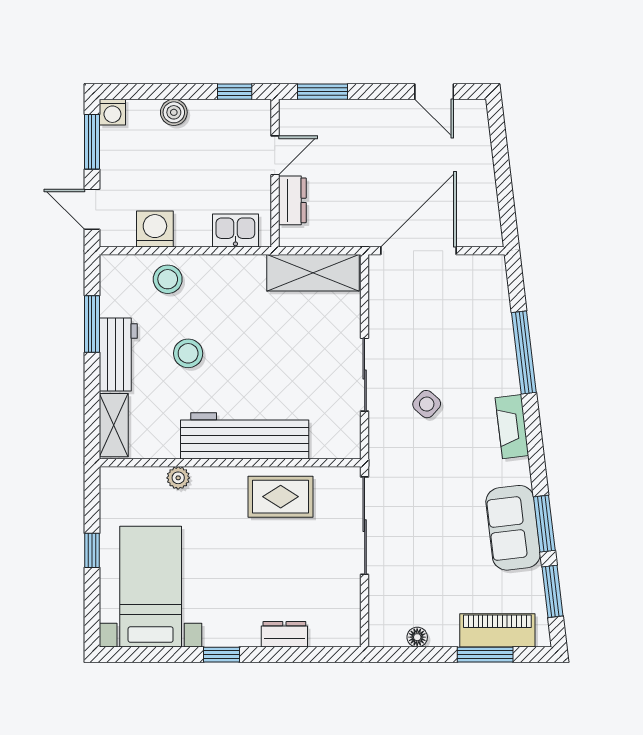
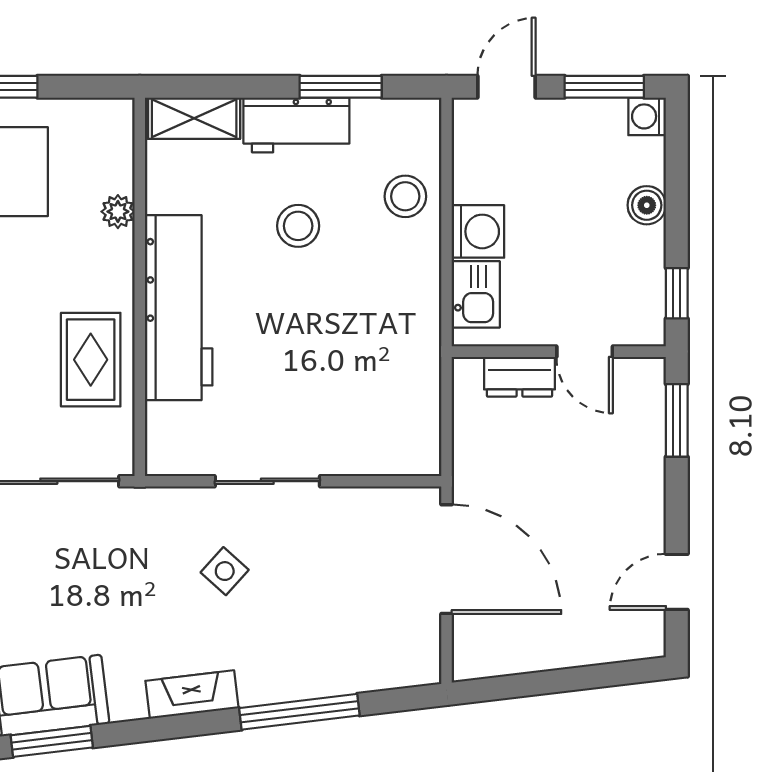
washing machine: (155, 229) -> (478, 231), moved
shelving: (313, 273) -> (415, 407), removed

